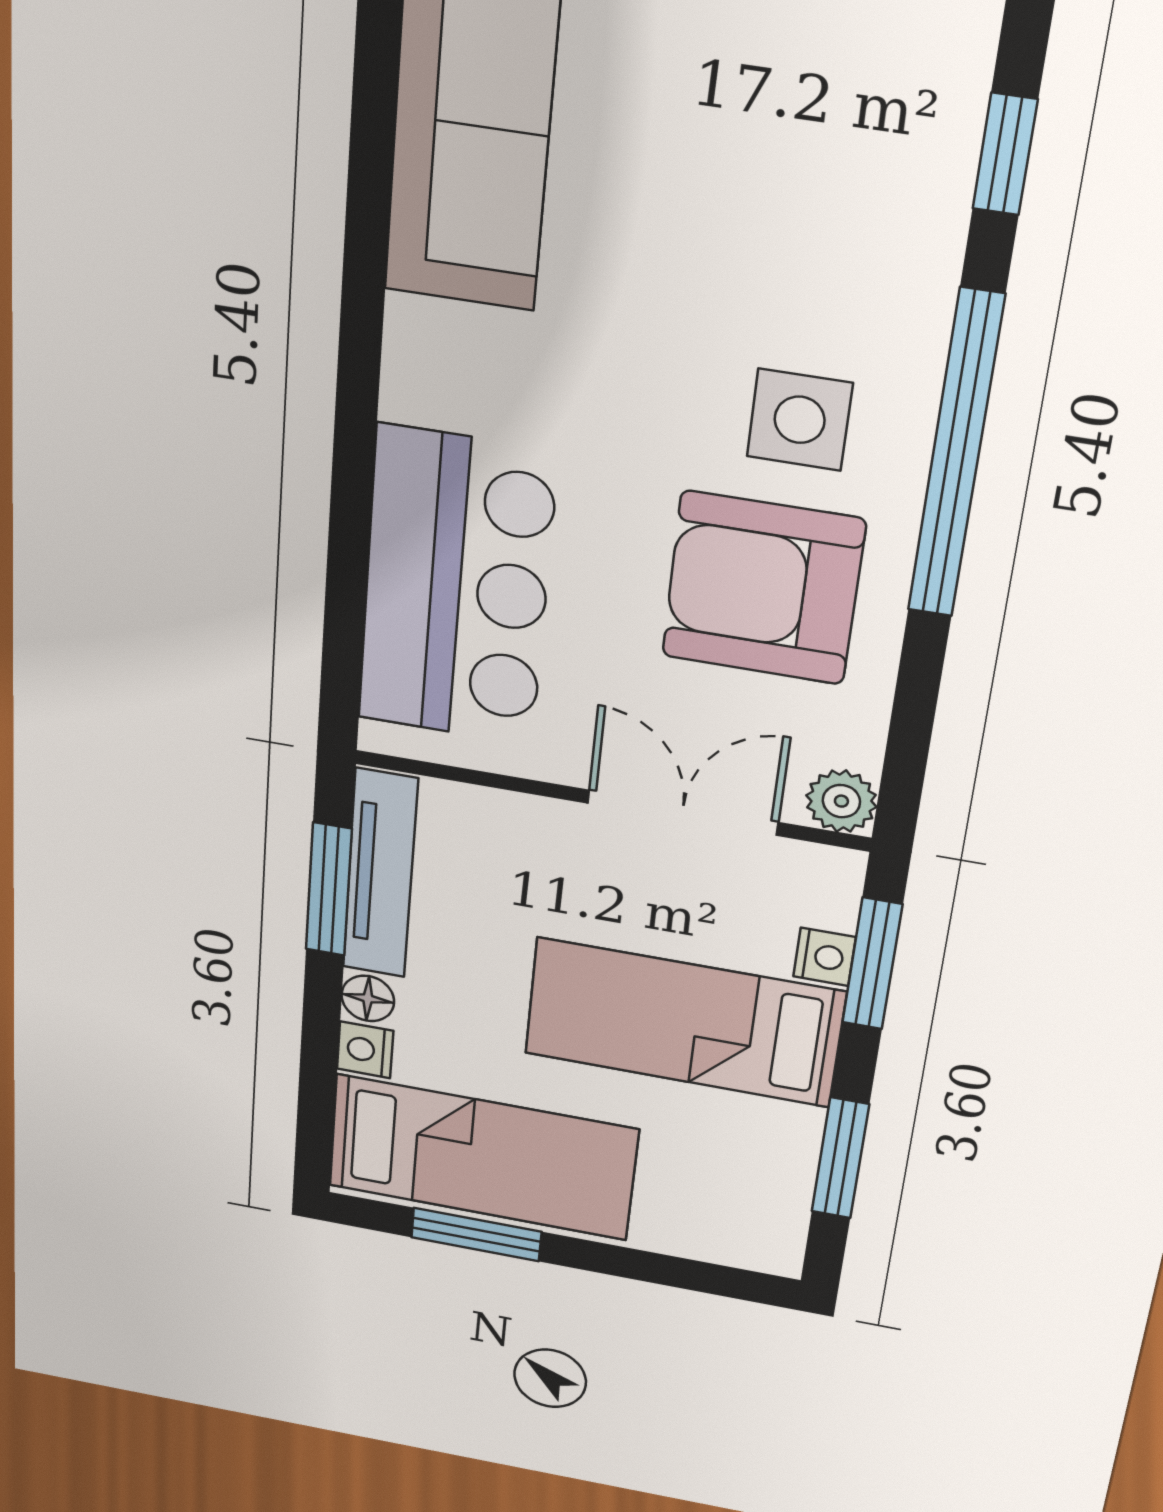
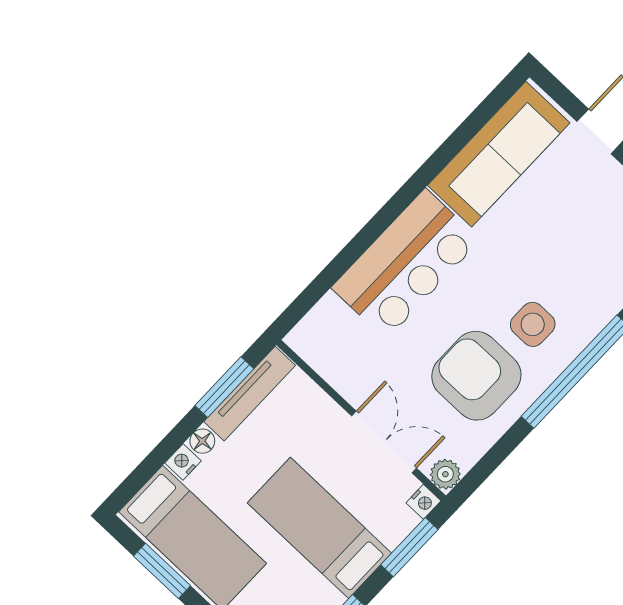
bar counter: (456, 587) -> (406, 264), moved
nightstand: (825, 957) -> (423, 502), moved

